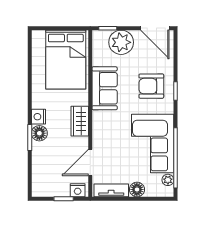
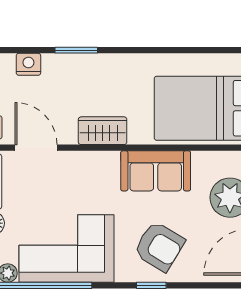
armchair: (151, 86) -> (159, 246), turned 121
nightstand: (39, 117) -> (28, 64), moved
floor lamp: (39, 133) -> (83, 66), removed

